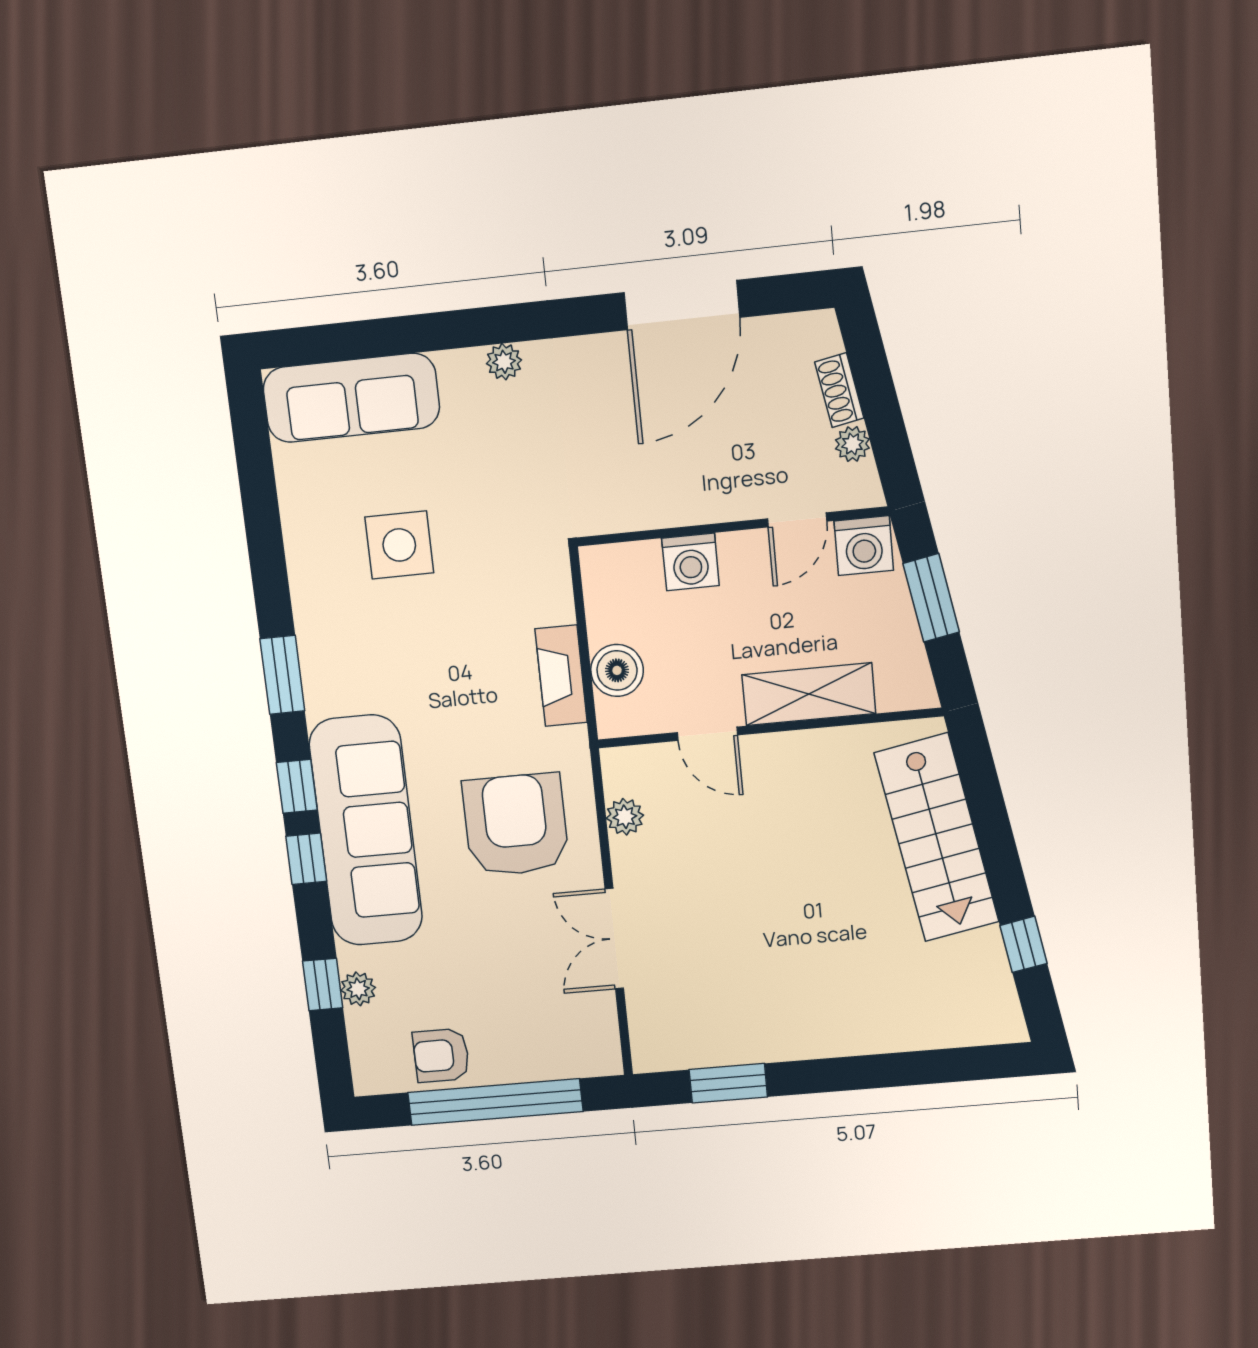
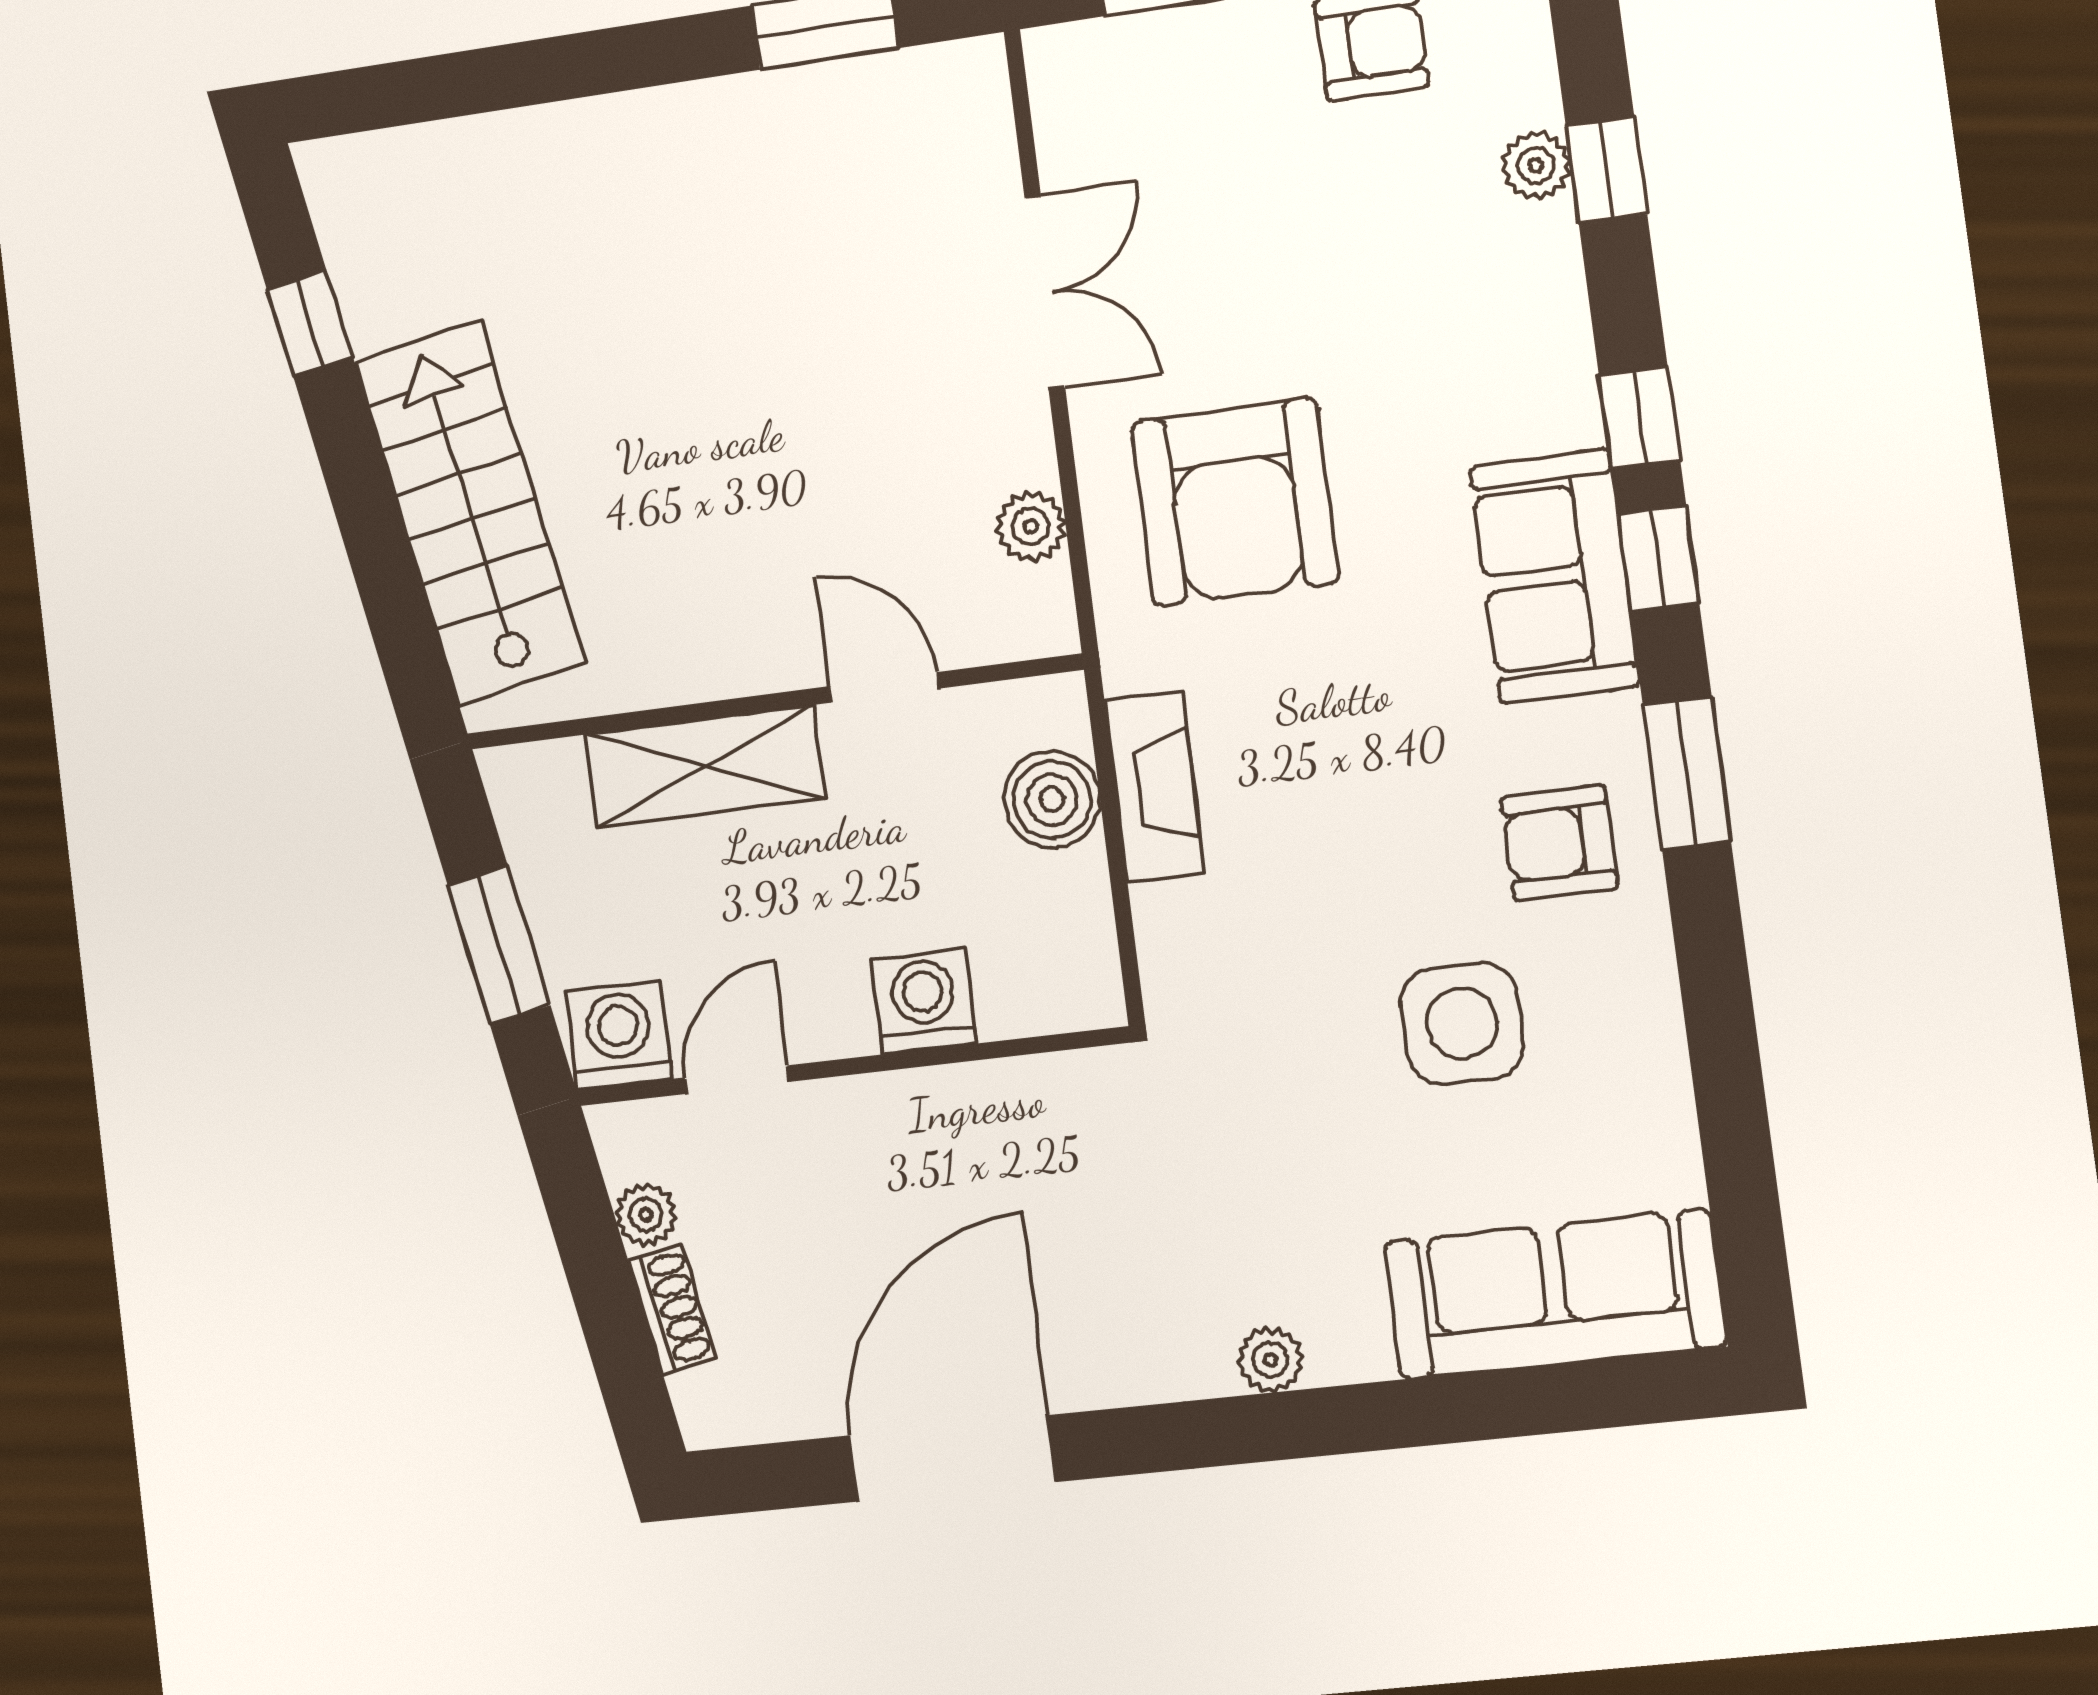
armchair: (348, 640) -> (1559, 843), added
sofa: (366, 831) -> (1555, 576), width x0.54, depth x0.79

